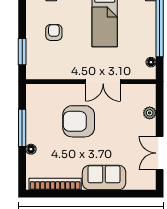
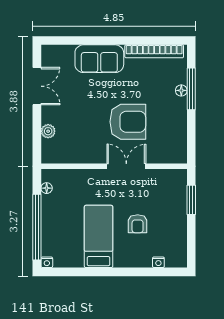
armchair: (54, 32) -> (138, 224), moved
double door: (103, 82) -> (126, 166), moved
window: (22, 128) -> (191, 89), moved

